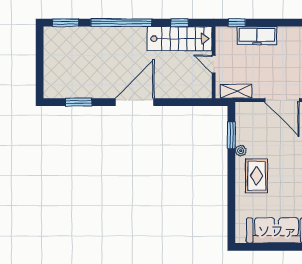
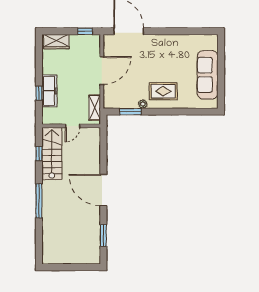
window: (66, 23) -> (39, 246), removed
window: (121, 23) -> (39, 201), width x0.68
window: (237, 23) -> (39, 93), moved

